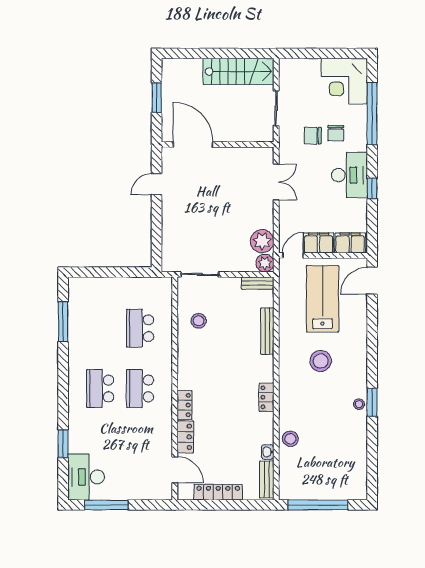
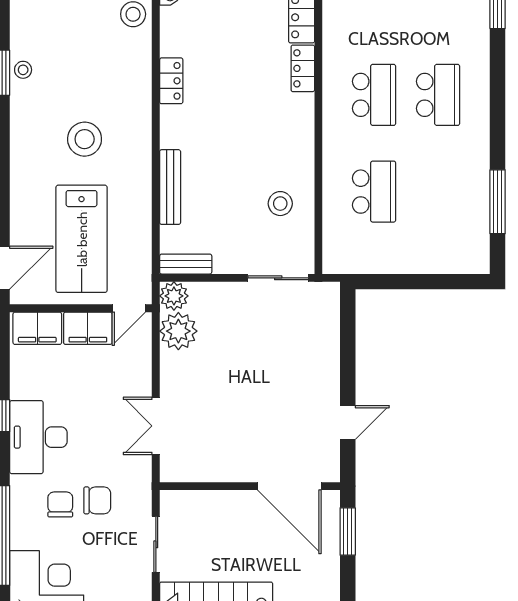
window: (157, 98) -> (348, 532), moved

